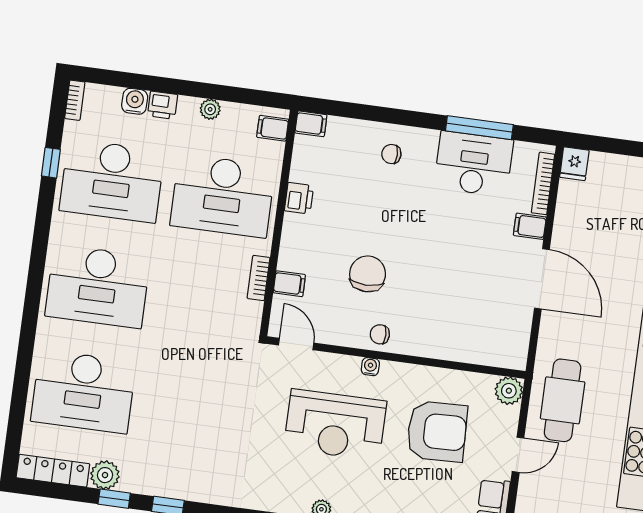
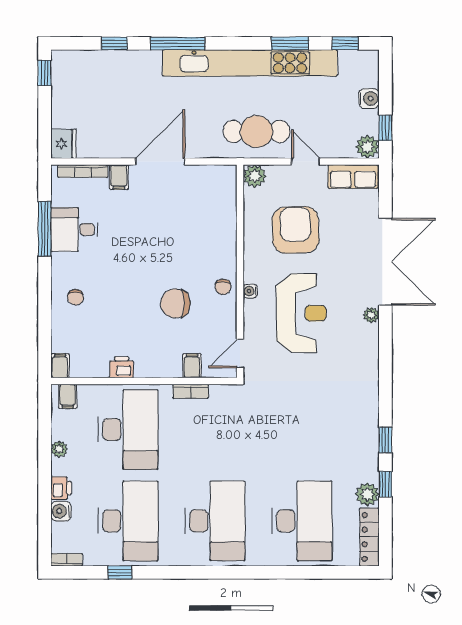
desk: (474, 164) -> (74, 229), width x0.73
fridge: (574, 164) -> (63, 144), width x1.38

